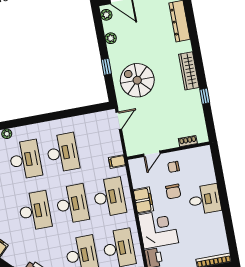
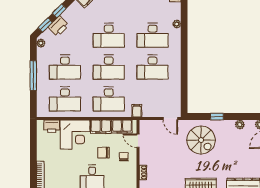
spiral stairs: (137, 80) -> (201, 140), turned 90
filing cabinet: (139, 176) -> (122, 126), added

